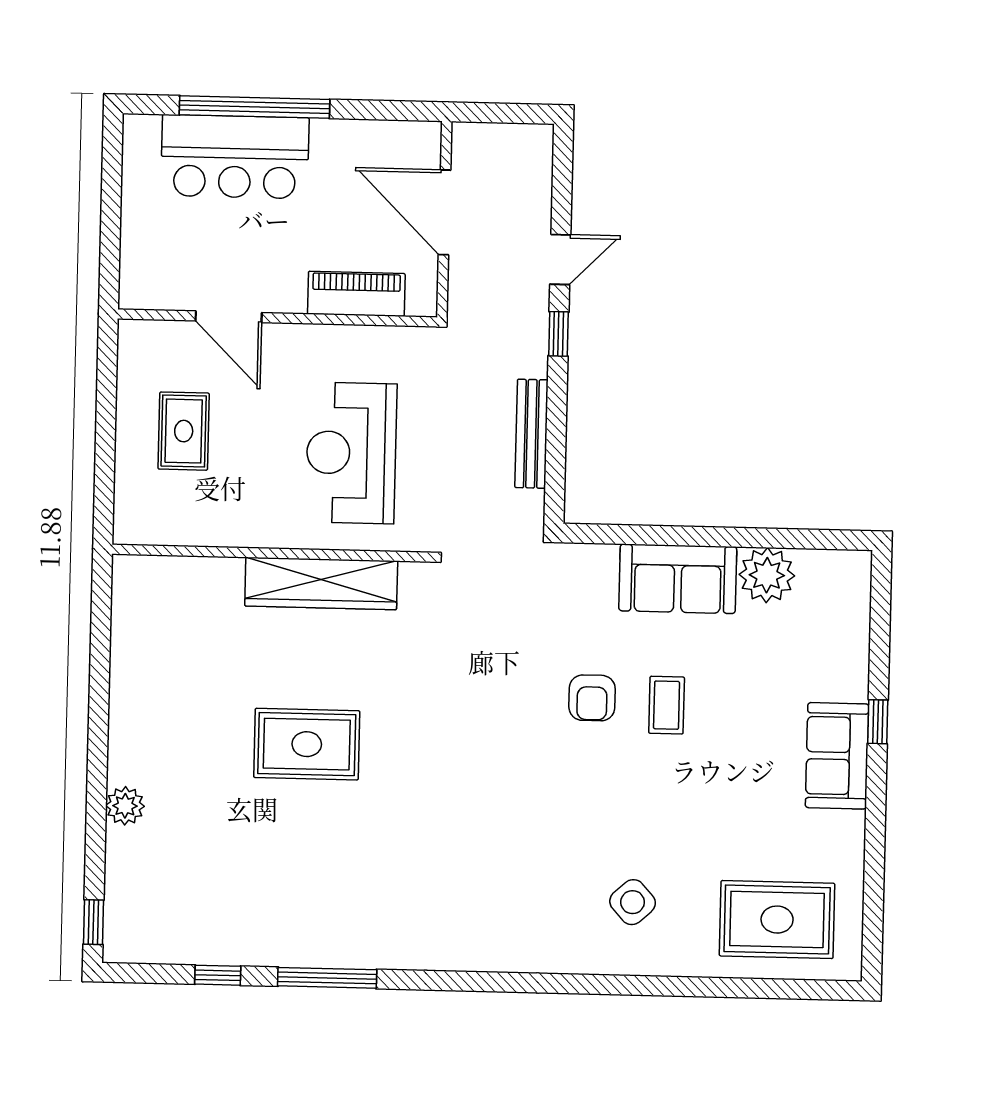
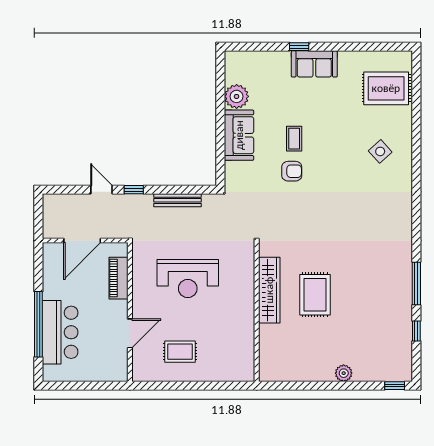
wall: (272, 553) -> (257, 312), moved
wardrobe: (321, 583) -> (269, 290), moved
coffee table: (667, 705) -> (294, 139), turned 90
rug: (777, 920) -> (386, 88), turned 90

